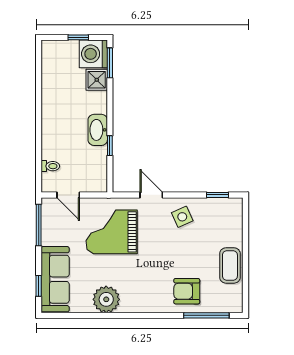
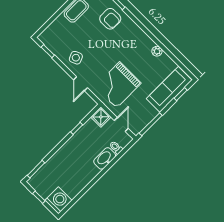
washing machine: (93, 54) -> (58, 200), moved, turned -90
shower: (97, 80) -> (101, 117), moved
washbasin: (98, 130) -> (105, 158), moved, turned 180
grand piano: (112, 232) -> (118, 85), turned 90
plant: (106, 299) -> (157, 51), width x0.53, depth x0.53

